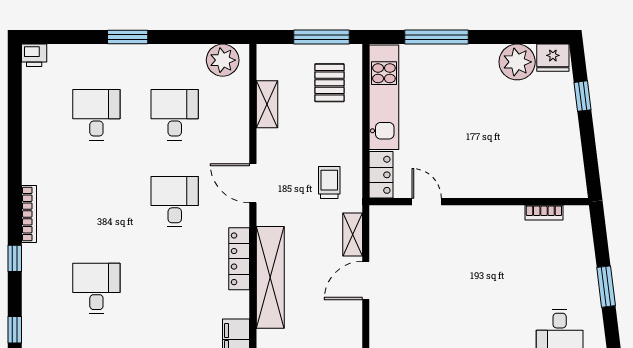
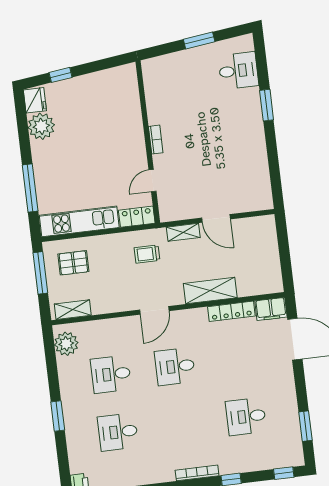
shelving: (267, 104) -> (73, 310), moved
bookcase: (544, 213) -> (156, 140), moved
locker: (239, 259) -> (231, 311), moved
shelving: (270, 277) -> (210, 291), width x0.68

